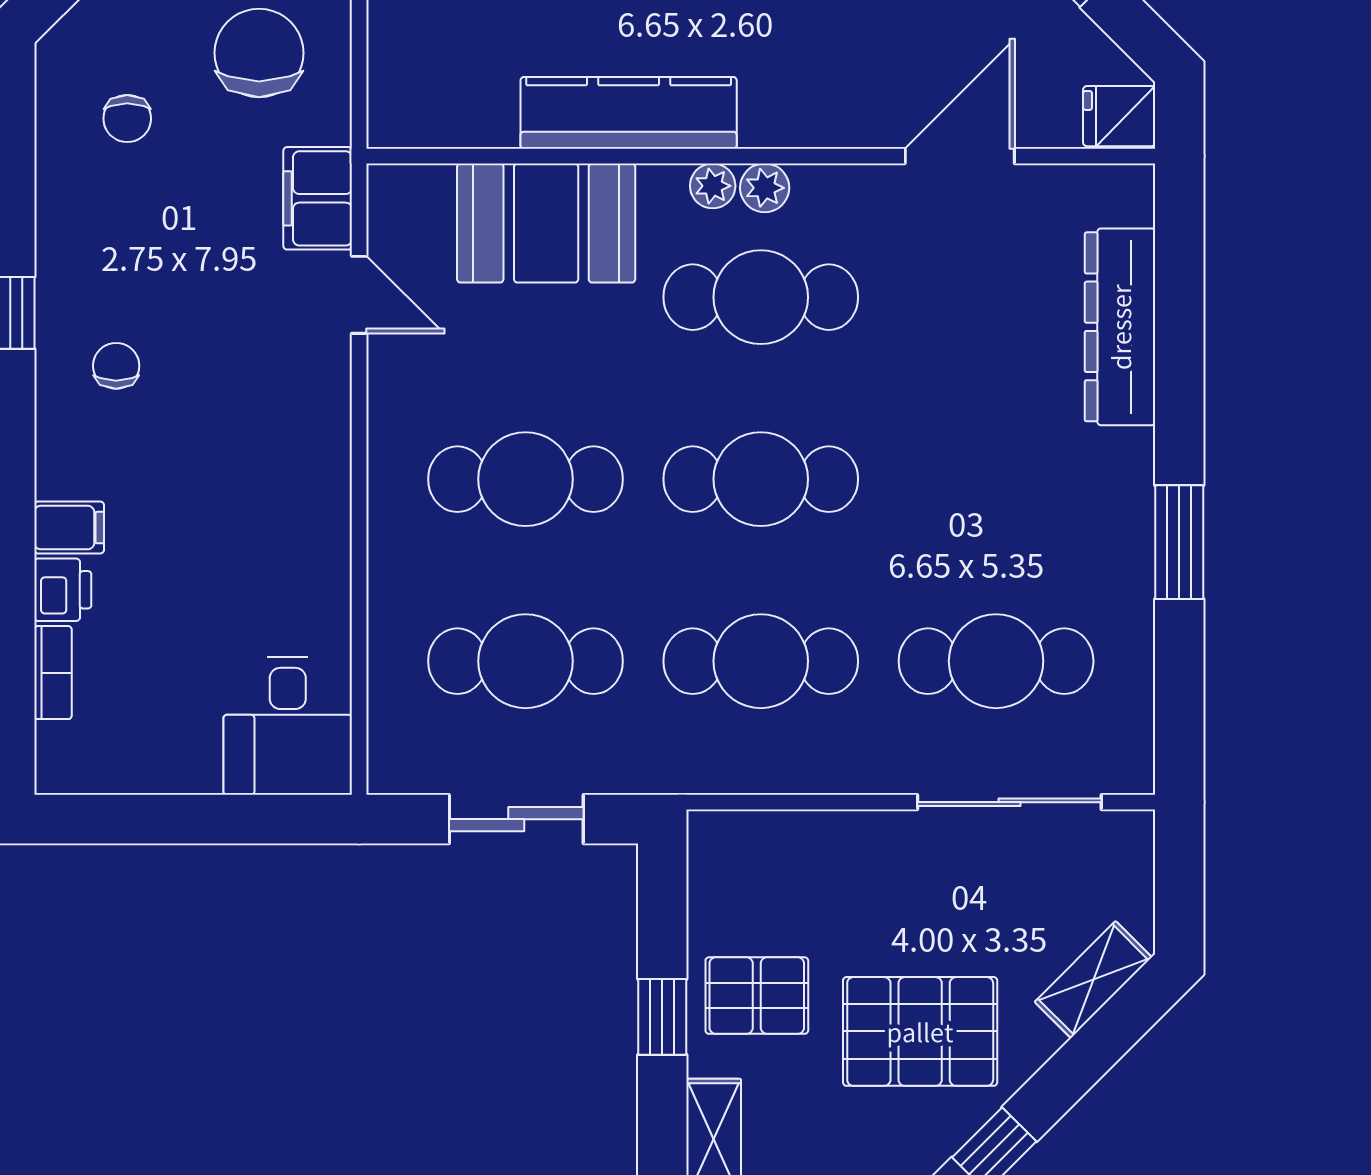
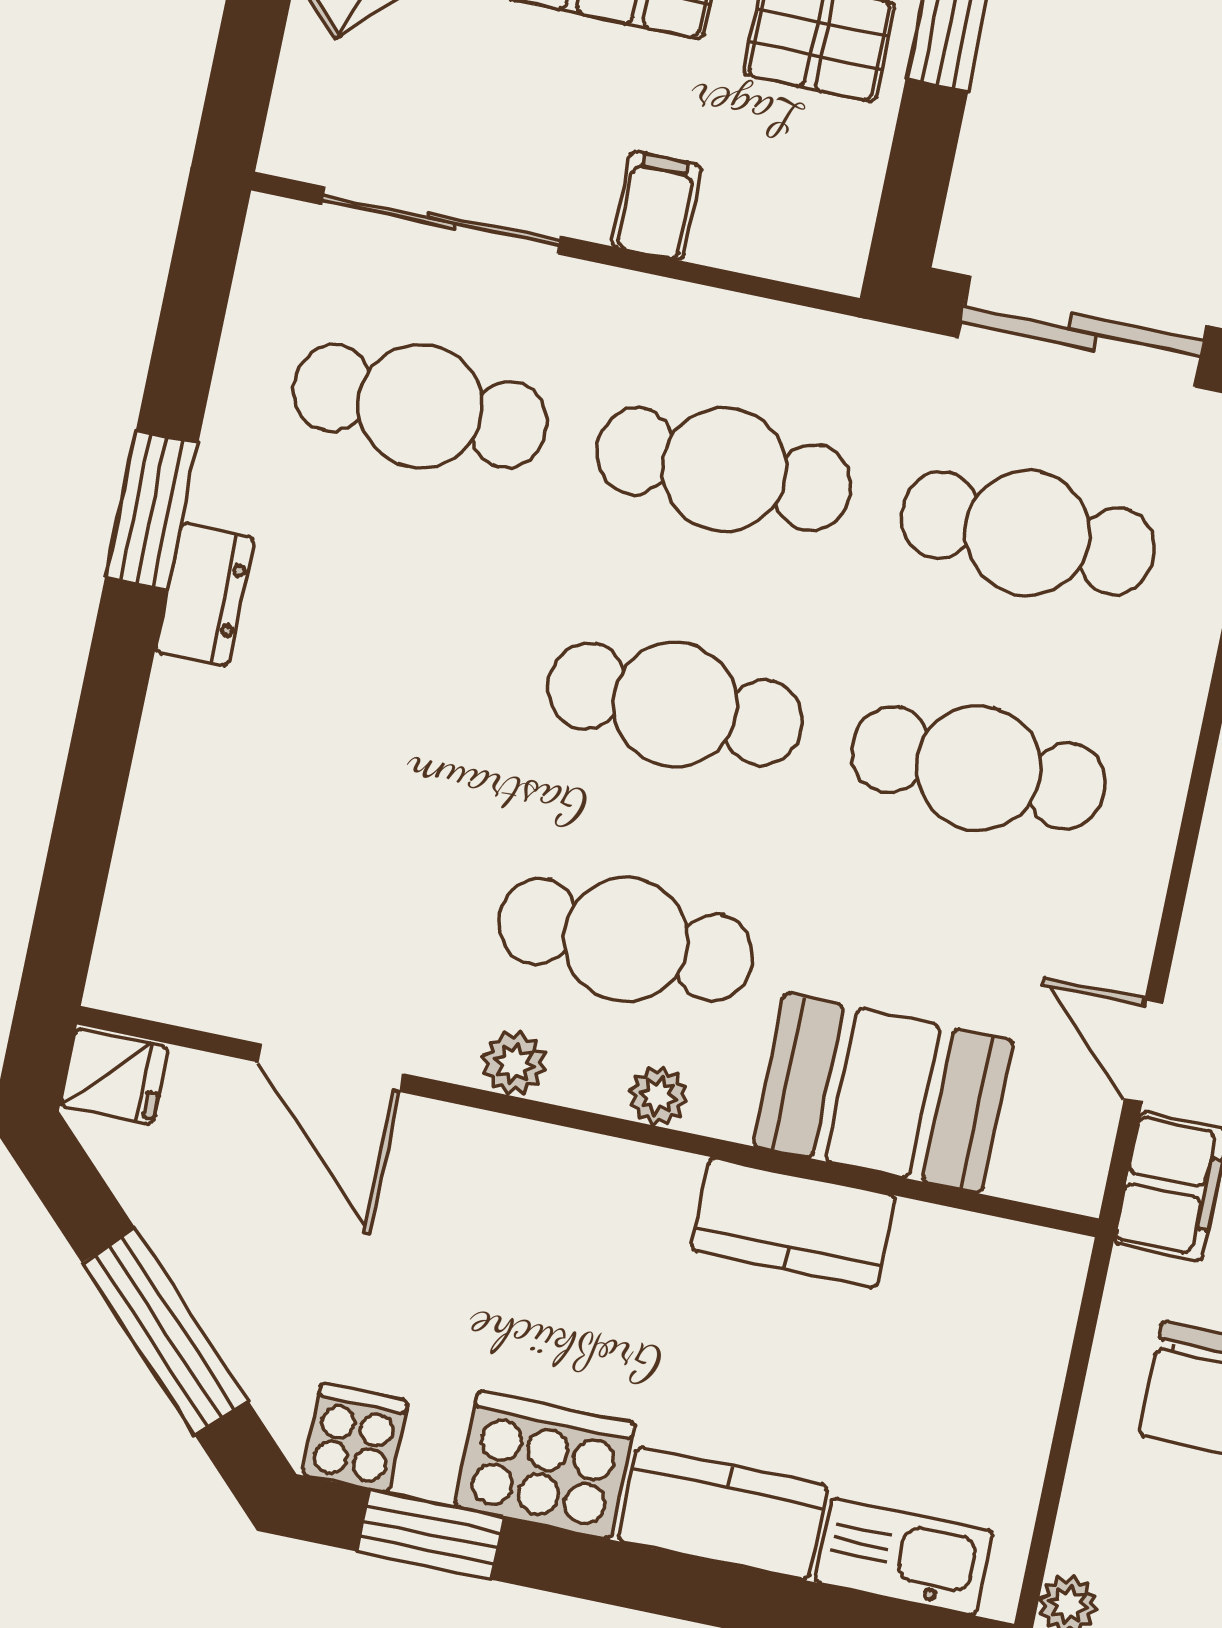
kitchen counter: (629, 113) -> (793, 1223), width x0.67
door: (960, 156) -> (331, 1068), hinge flipped
plant: (765, 188) -> (514, 1063), moved
dresser: (1120, 327) -> (205, 595), moved, width x0.51, depth x0.80
sliding door: (516, 819) -> (1082, 332), width x1.37
filing cabinet: (852, 846) -> (657, 206), added

